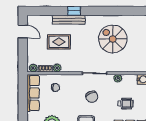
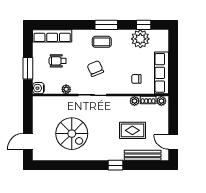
bench: (69, 20) -> (143, 155), moved

